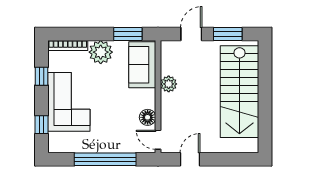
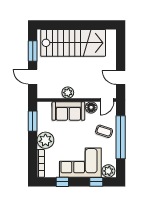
sofa: (142, 65) -> (68, 111), moved
coffee table: (114, 136) -> (104, 131), added
plant: (57, 142) -> (108, 171), added

